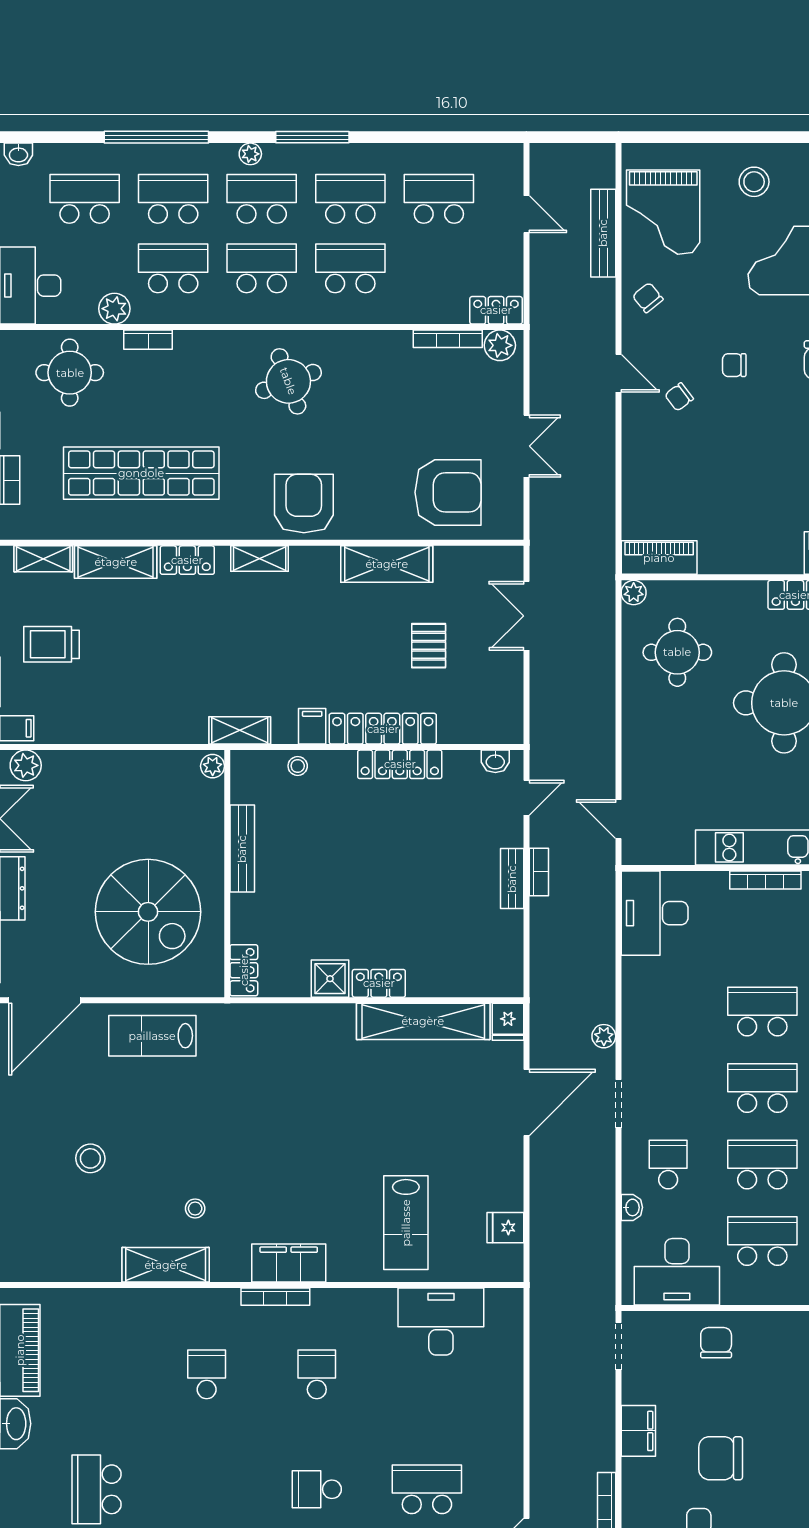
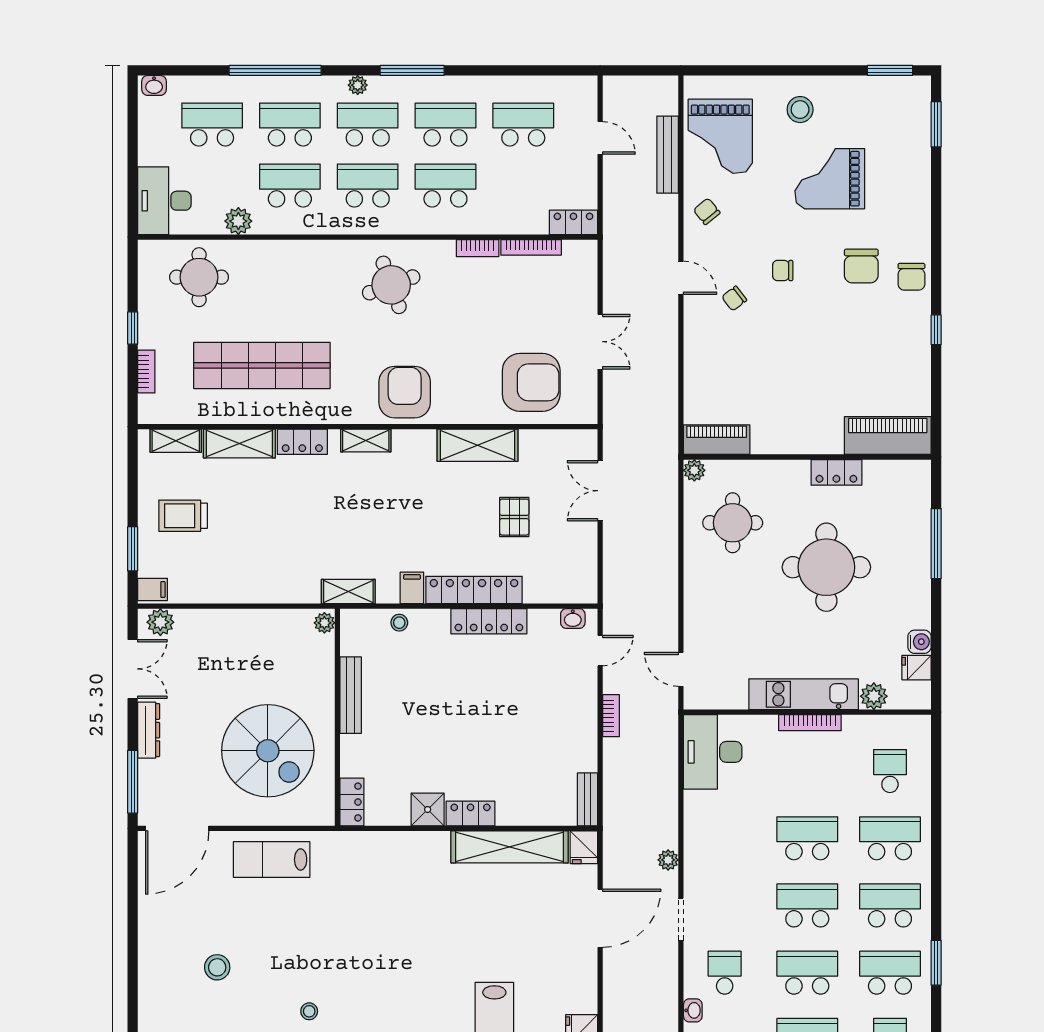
bookcase: (148, 340) -> (478, 248), moved
plant: (500, 345) -> (577, 253), removed
bench: (512, 879) -> (587, 799), moved

